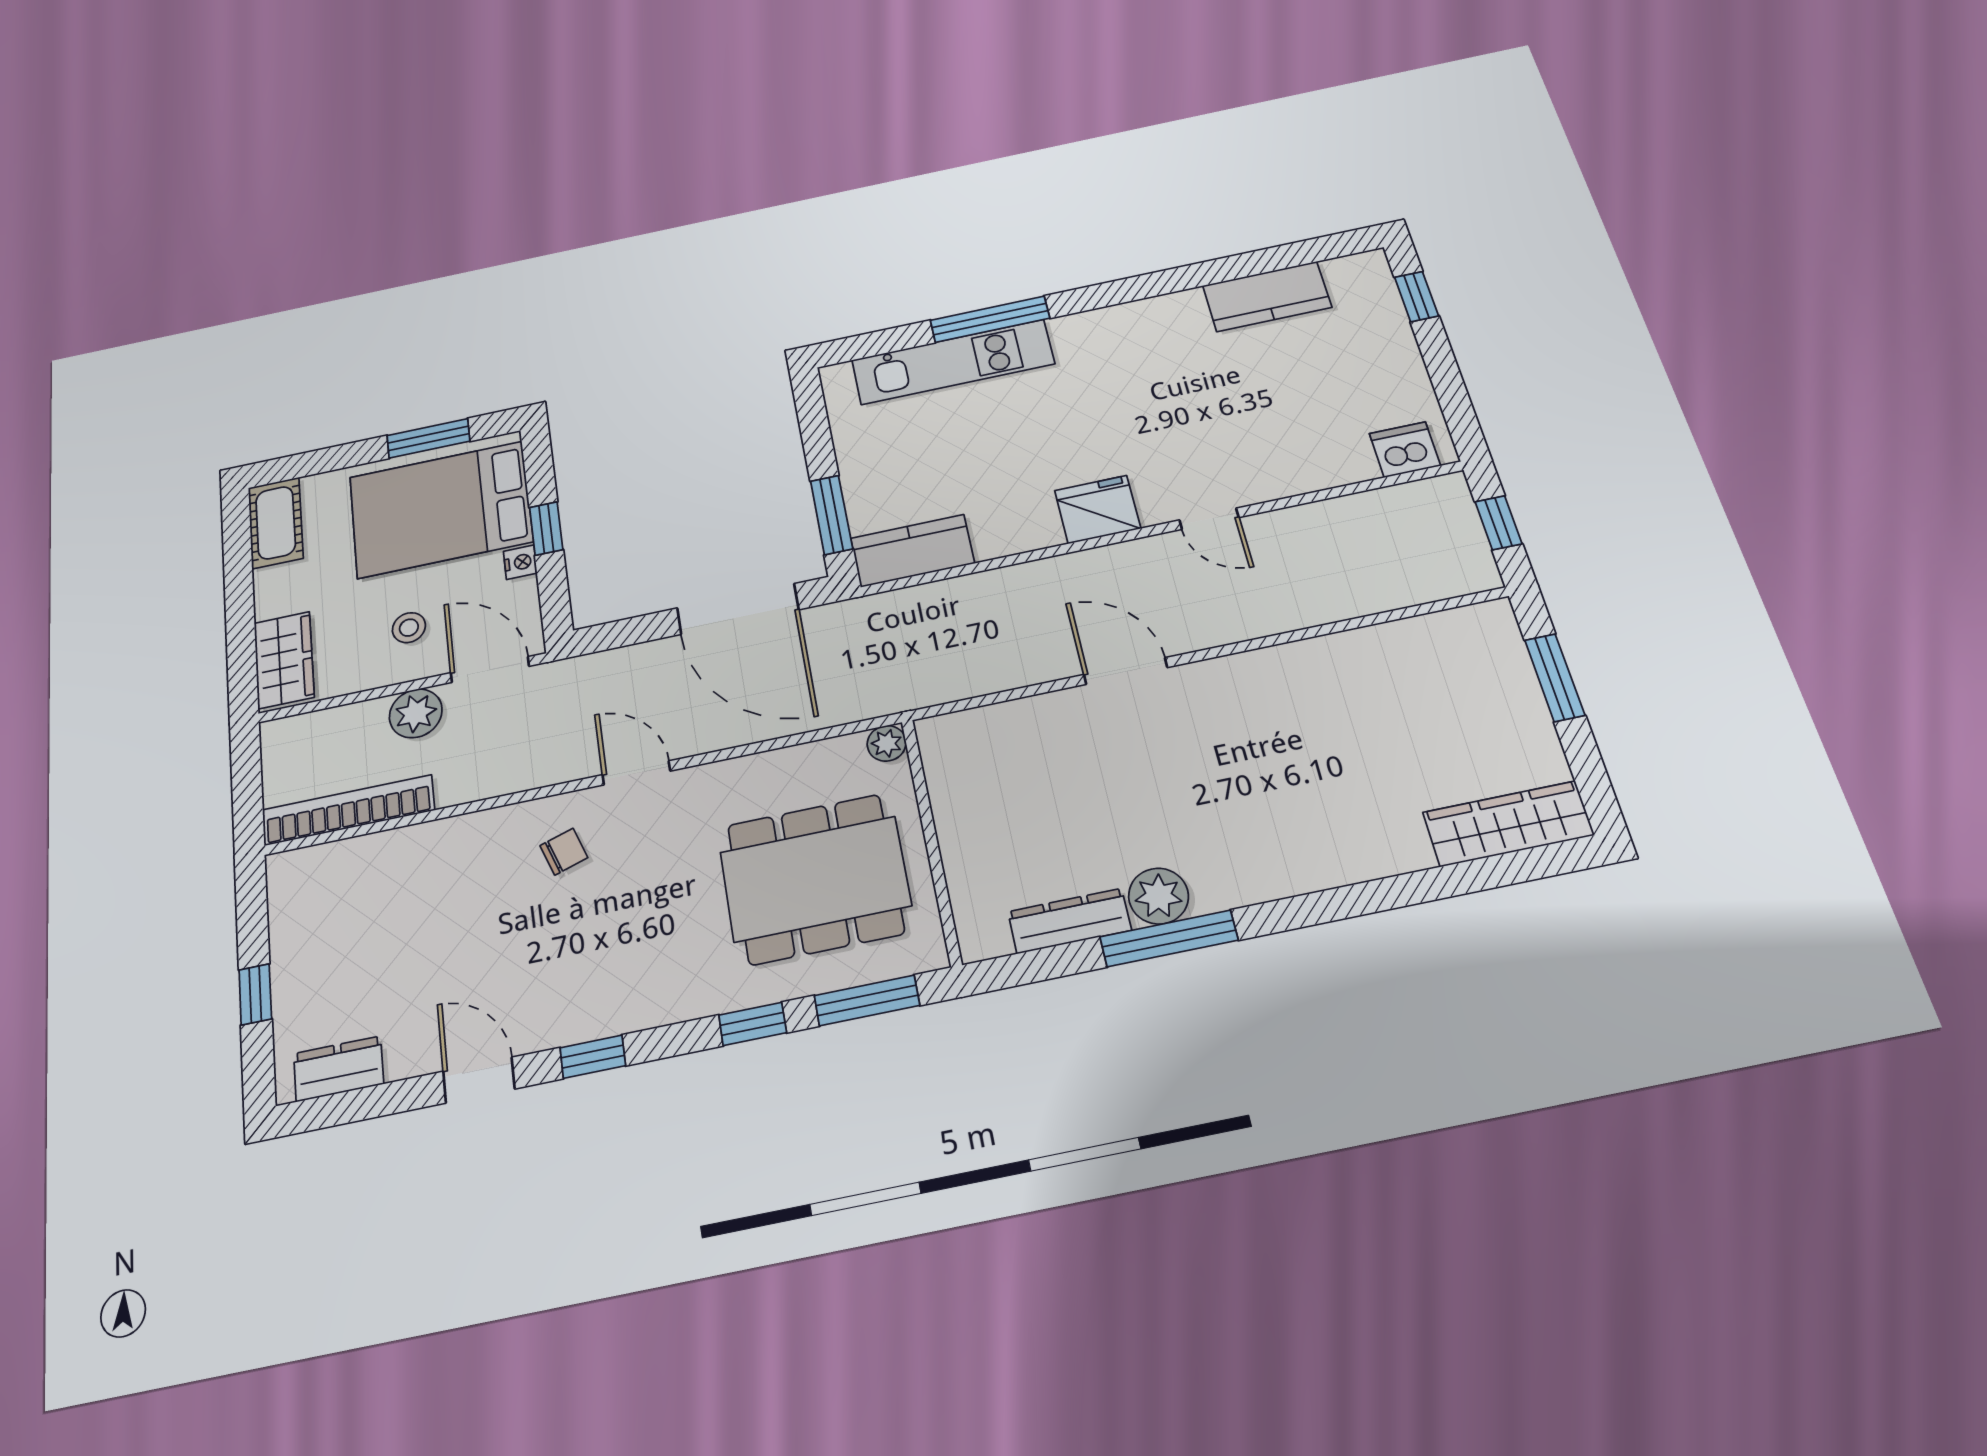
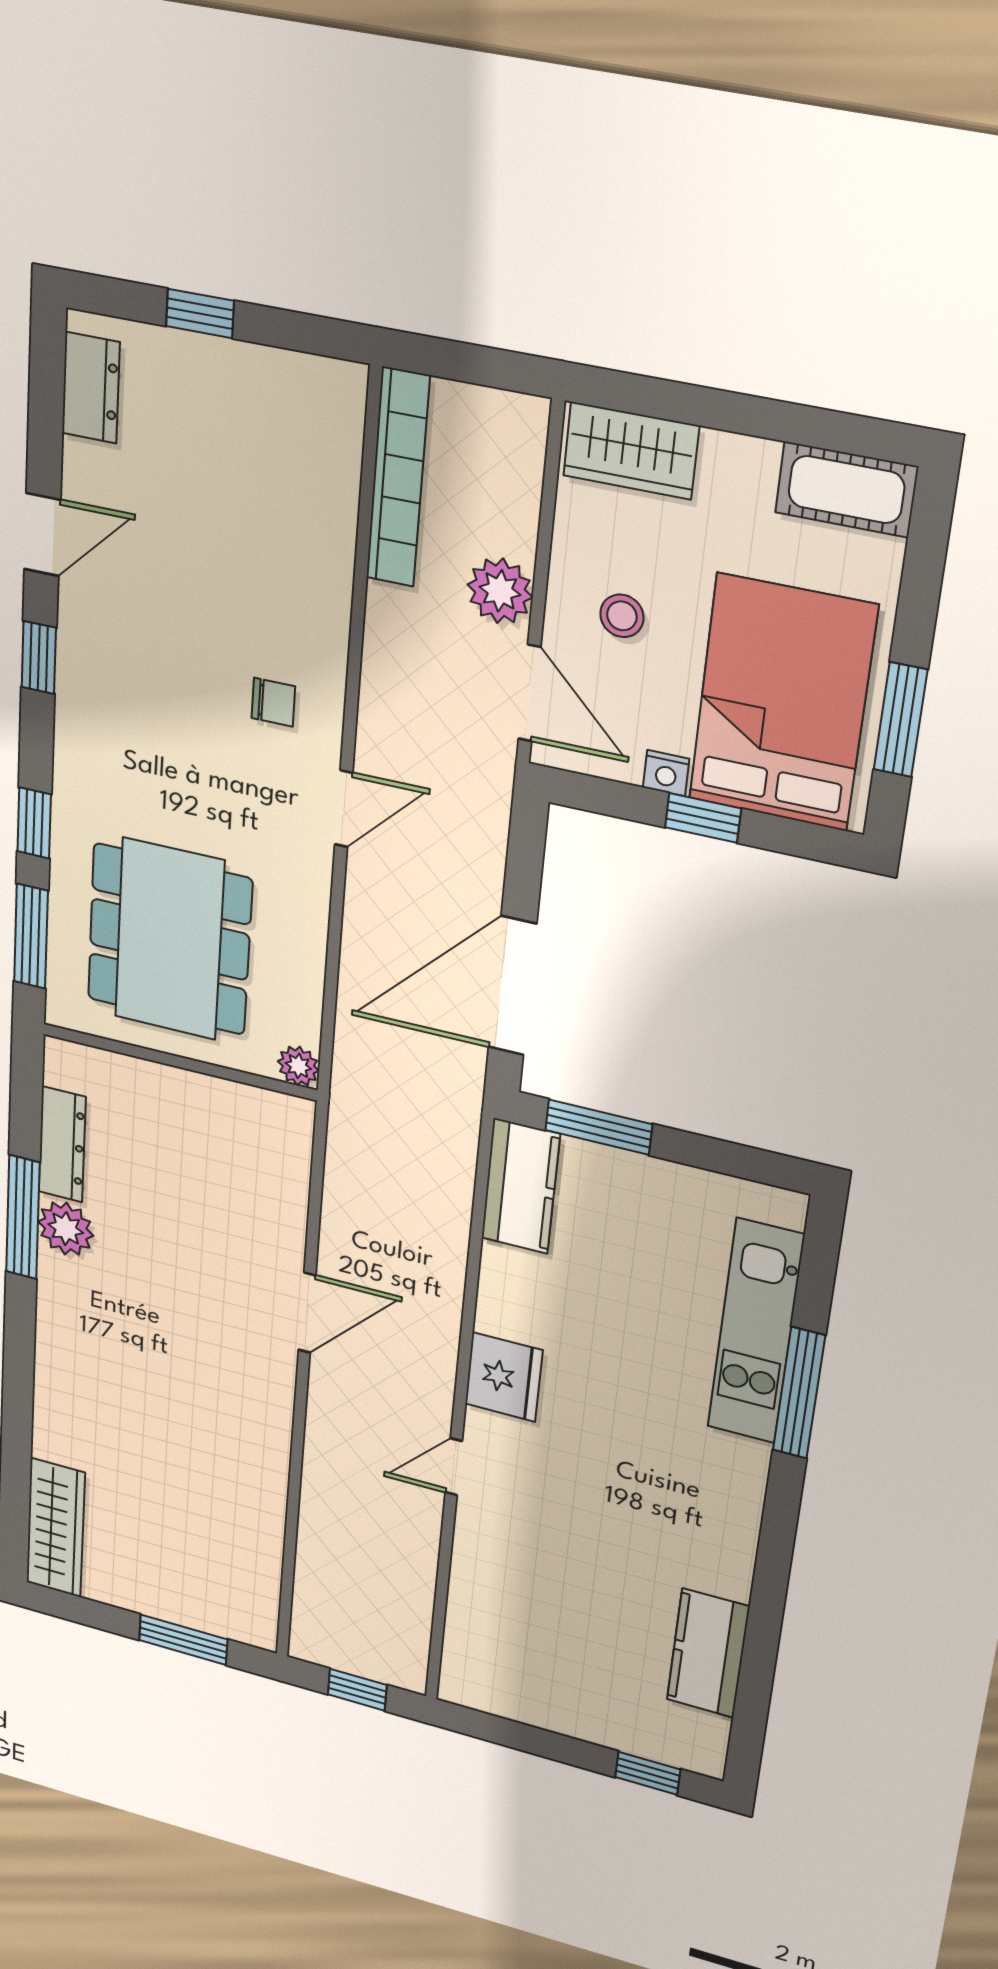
dishwasher: (1405, 450) -> (468, 1664), removed
door: (490, 669) -> (530, 693), hinge flipped
chair: (564, 852) -> (273, 702), turned -72

